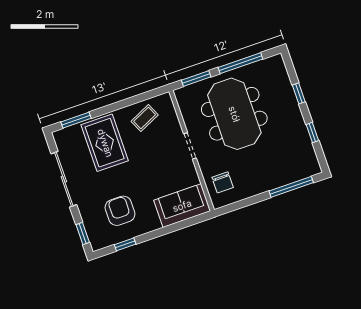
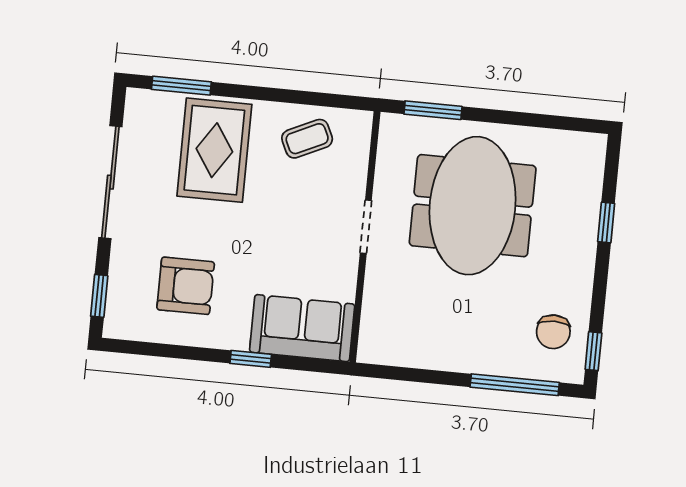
window: (240, 63) -> (526, 119), removed
window: (312, 133) -> (593, 351), moved
chair: (223, 182) -> (553, 332), moved
armchair: (120, 211) -> (186, 286), turned 90
window: (125, 244) -> (251, 359), moved

